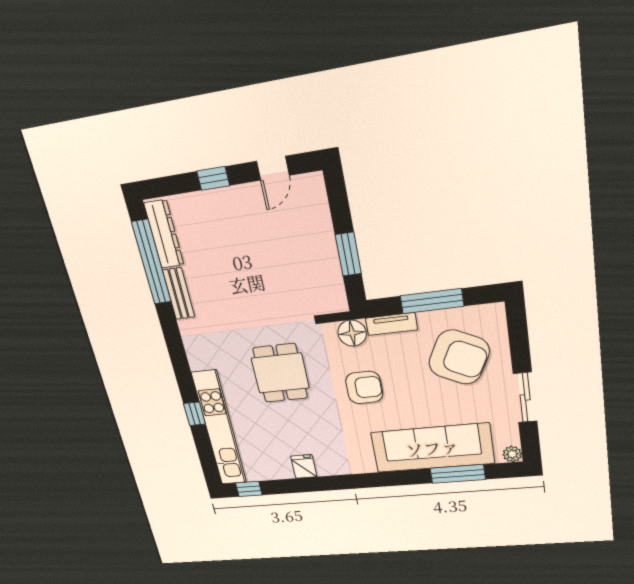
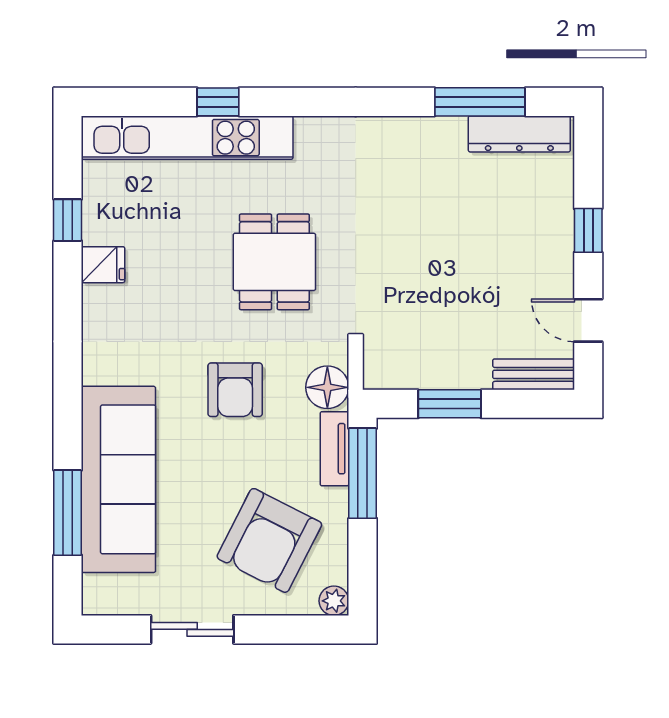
window: (151, 262) -> (480, 102), width x0.68
bench: (179, 294) -> (534, 374), moved
window: (432, 301) -> (363, 473), moved
dining table: (280, 373) -> (274, 262), turned 90
plant: (512, 454) -> (334, 601), moved
window: (249, 489) -> (68, 220), moved

